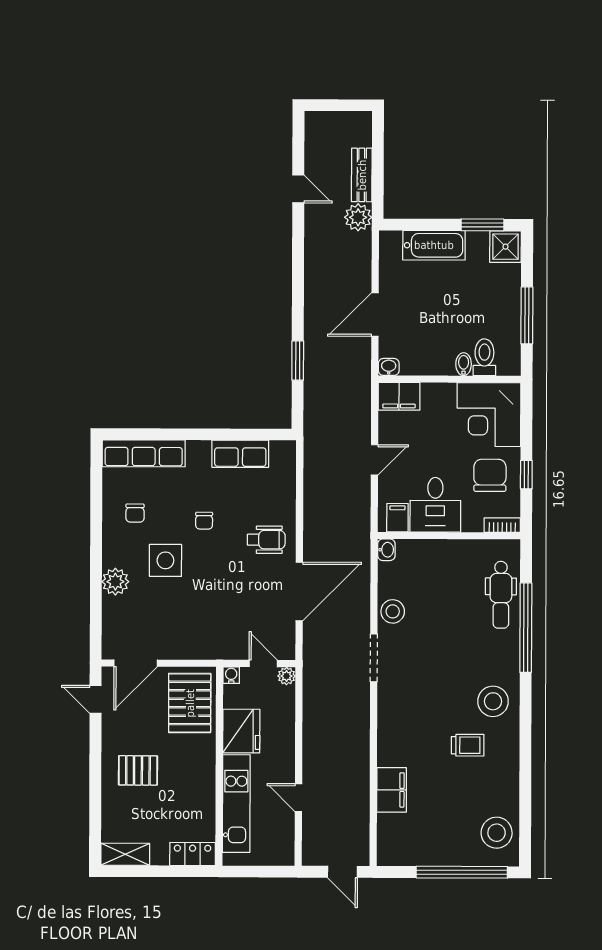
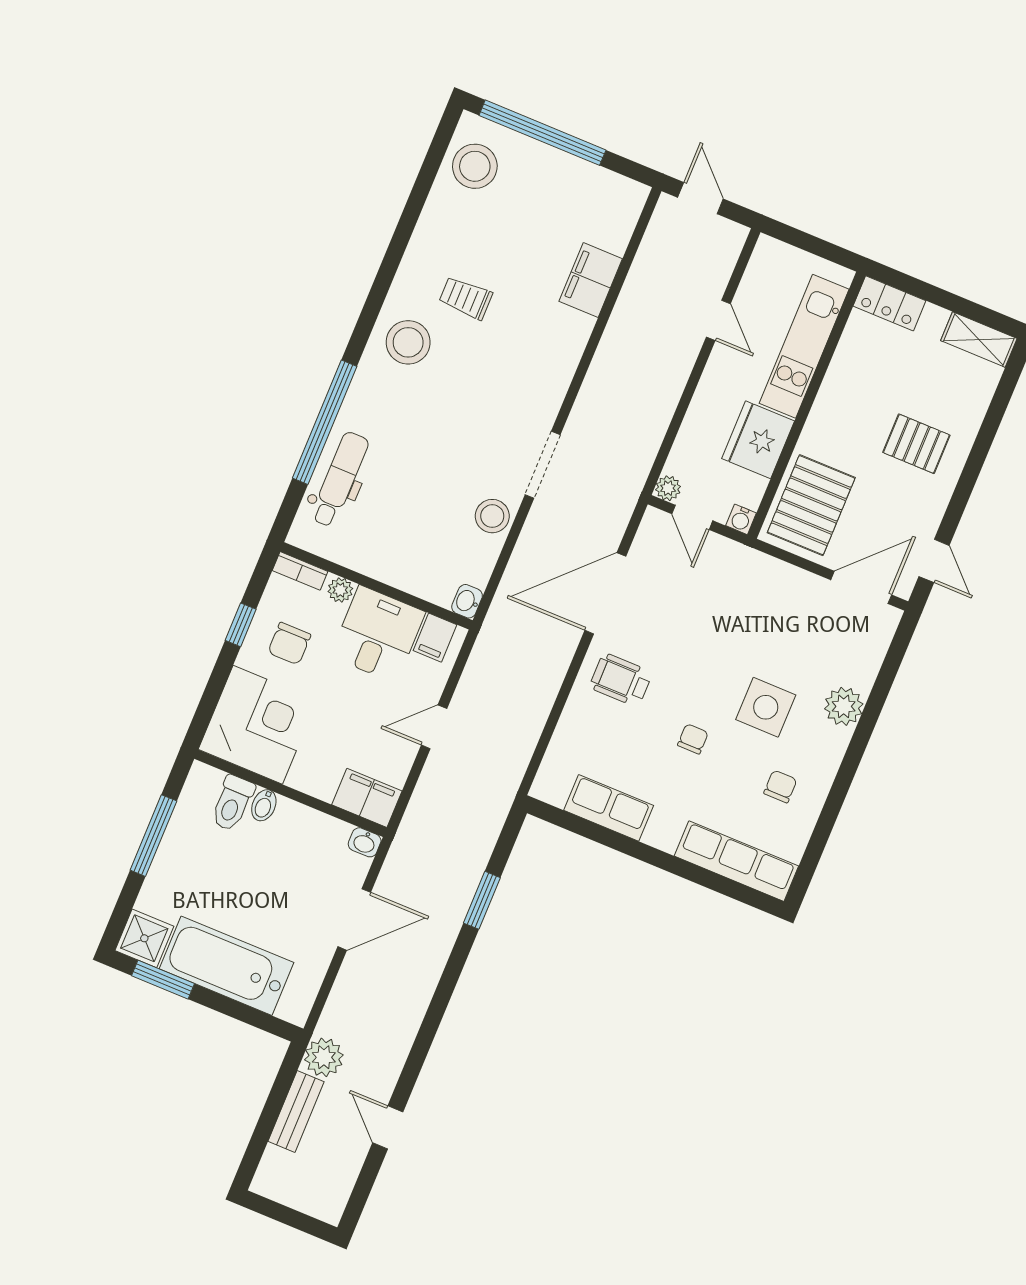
bathtub: (434, 245) -> (226, 966), width x1.36, depth x1.36
chair: (490, 475) -> (289, 644), width x0.73, depth x0.73
plant: (471, 523) -> (340, 590), added

